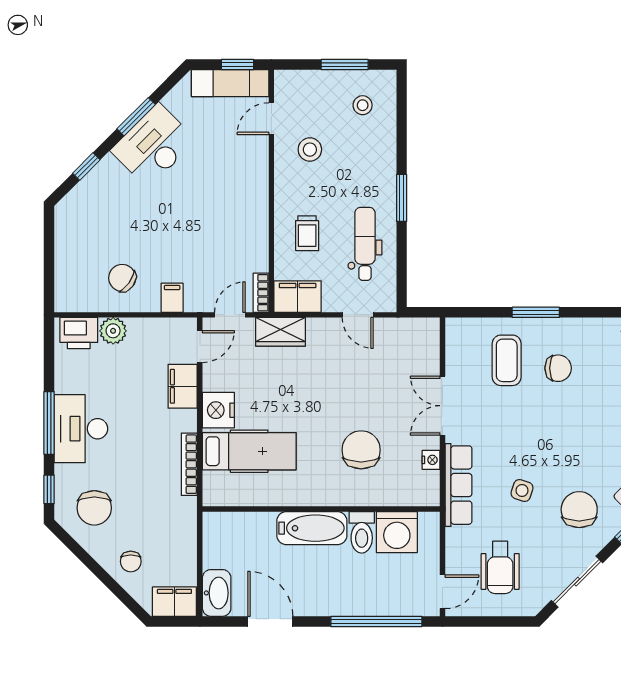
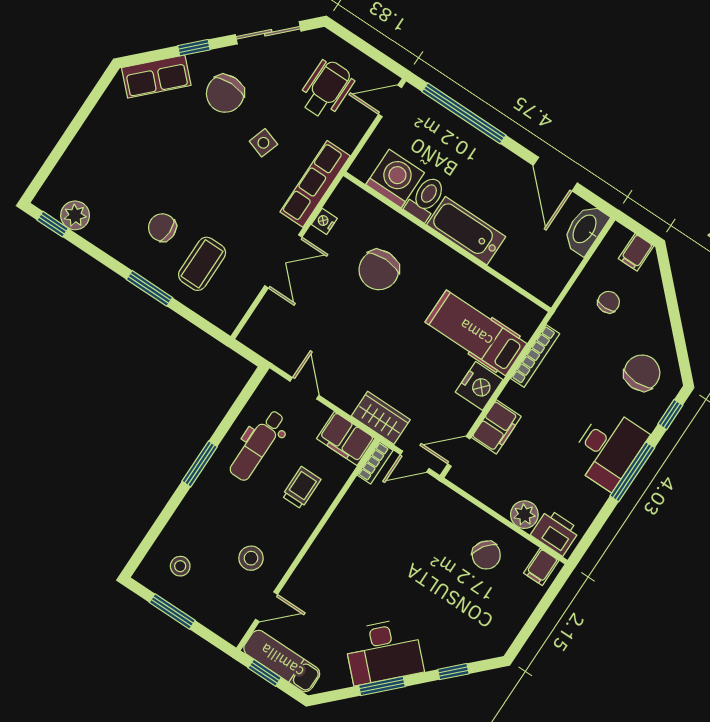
filing cabinet: (172, 298) -> (541, 567), moved
chair: (131, 561) -> (609, 302), moved
filing cabinet: (174, 602) -> (636, 252), width x0.50

